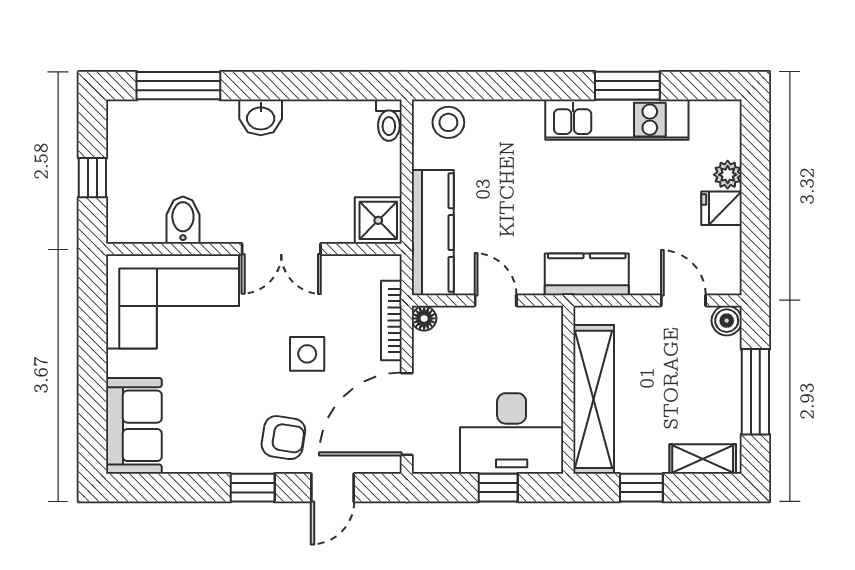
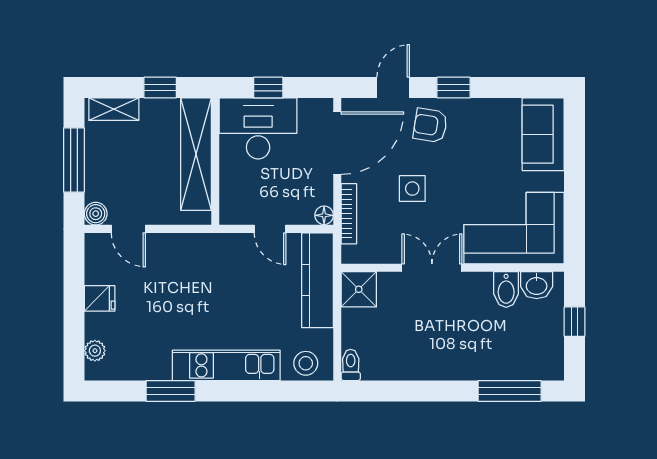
washbasin: (261, 117) -> (537, 285), moved, turned 180
kitchen unit: (617, 120) -> (226, 365), moved
plant: (728, 175) -> (95, 351), moved
kitchen counter: (587, 274) -> (201, 249), removed

